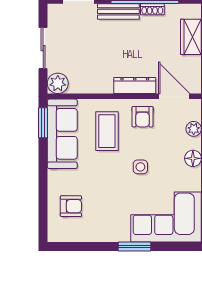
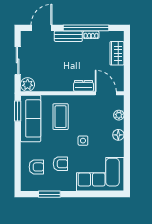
dresser: (135, 85) -> (84, 86), width x0.70
armchair: (143, 117) -> (60, 164), moved, turned -90
window: (134, 247) -> (49, 194), moved

